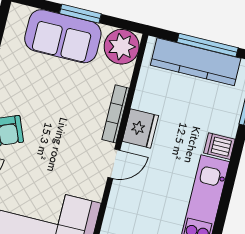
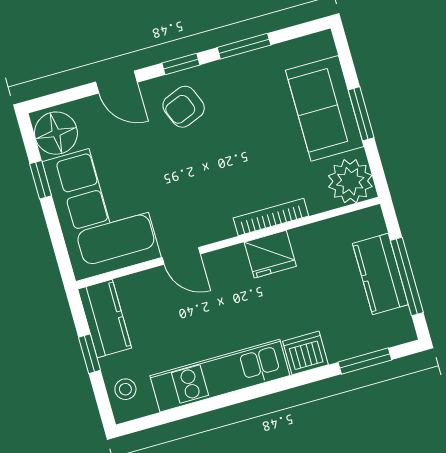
kitchen counter: (196, 62) -> (380, 274), width x0.67
dishwasher: (219, 146) -> (306, 353), width x1.38
door: (114, 164) -> (181, 256), moved

